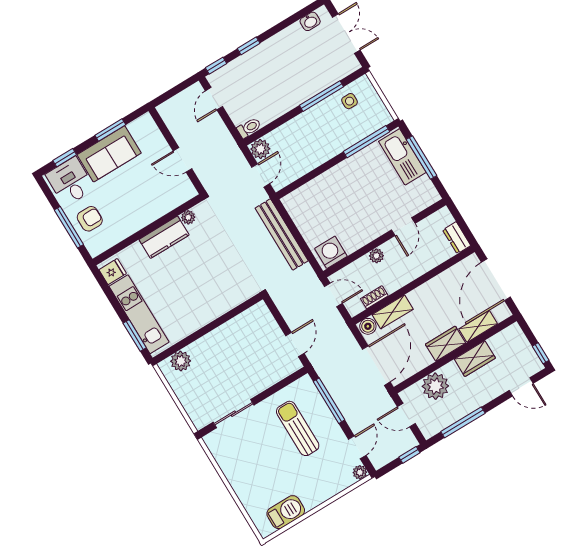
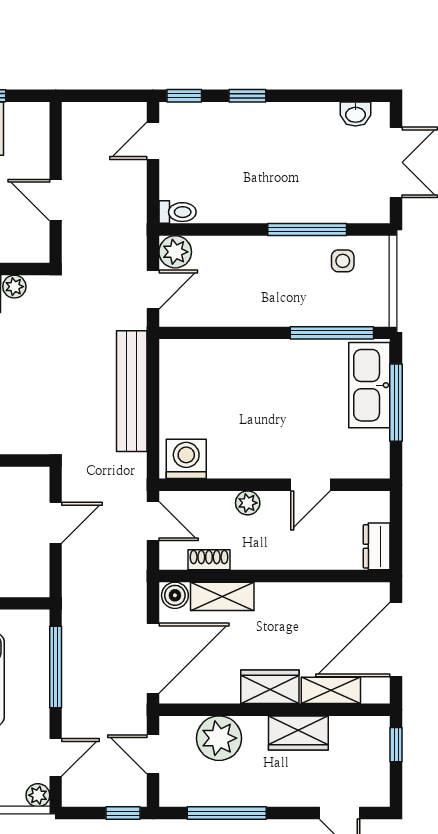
door: (295, 345) -> (56, 523), moved
window: (541, 353) -> (396, 745), moved

